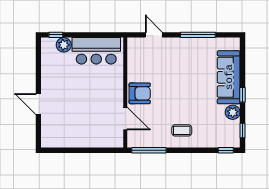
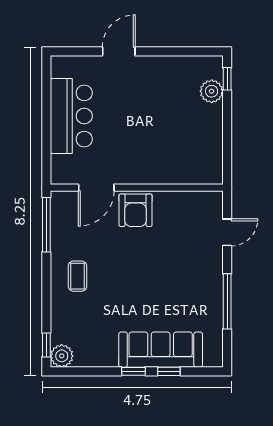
bar counter: (96, 51) -> (71, 116), moved, turned 180
plant: (233, 112) -> (62, 356), moved
window: (242, 131) -> (169, 371), moved

